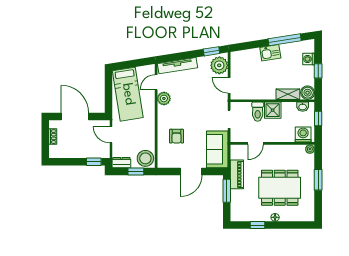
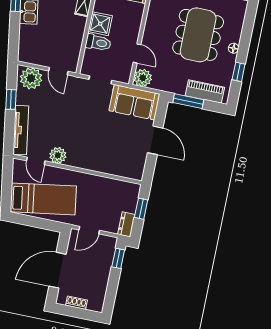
window: (211, 51) -> (11, 99), moved
door: (229, 85) -> (58, 71), hinge flipped
armchair: (177, 136) -> (108, 149), removed
plant: (238, 152) -> (143, 78), added
stool: (145, 158) -> (127, 194), removed
piano: (237, 174) -> (205, 92), moved

